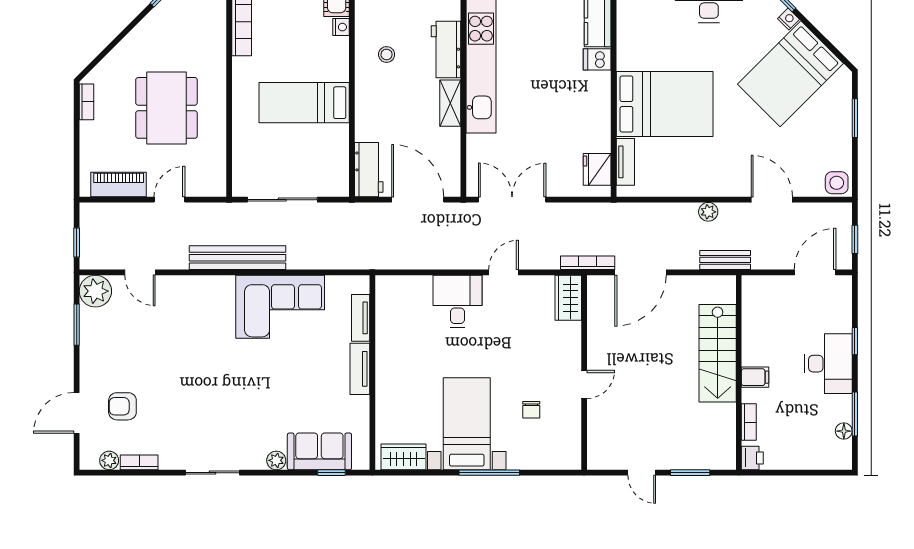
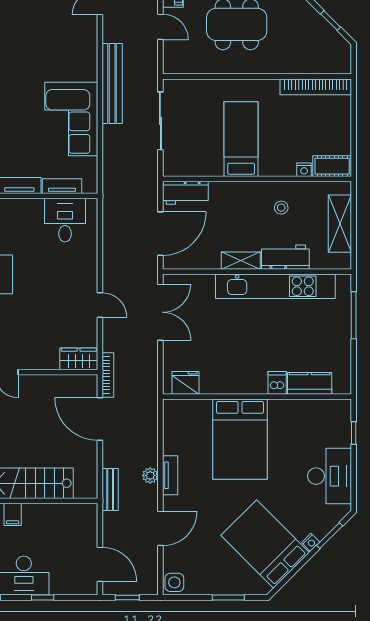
tv unit: (625, 162) -> (170, 475), moved, turned -90
desk: (458, 301) -> (65, 220), moved, turned -90

